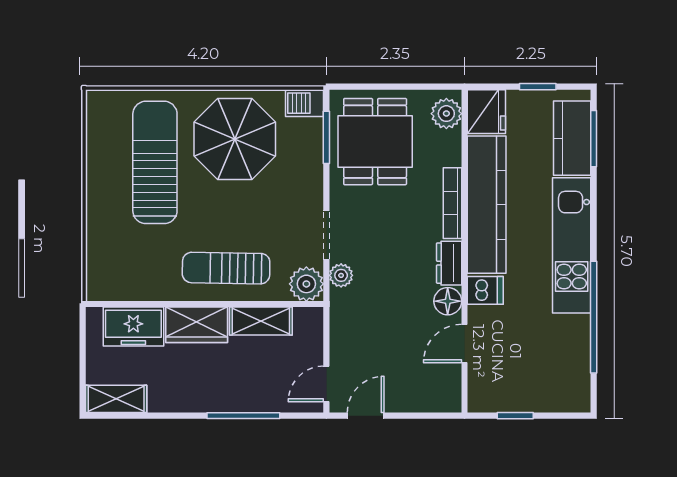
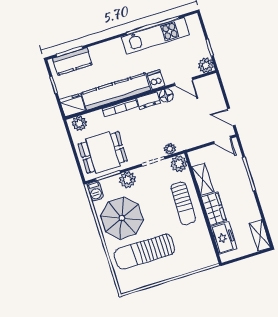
plant: (306, 173) -> (127, 180), added
kitchen unit: (572, 245) -> (155, 36), moved
plant: (483, 397) -> (206, 65), added

